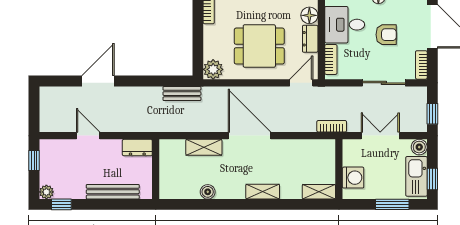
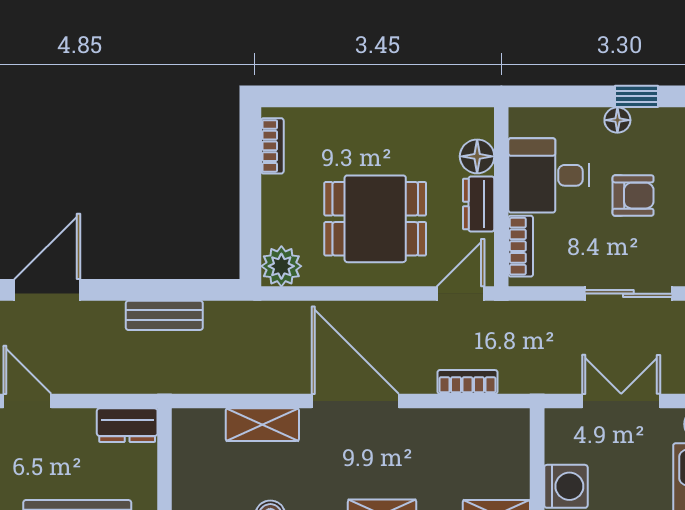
bench: (182, 94) -> (164, 315), moved
bookcase: (332, 126) -> (468, 382), moved

